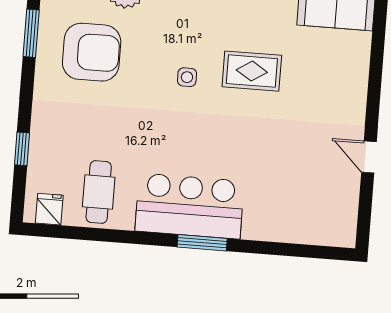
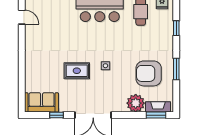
window: (31, 33) -> (176, 69), moved
door: (369, 157) -> (22, 17), moved

